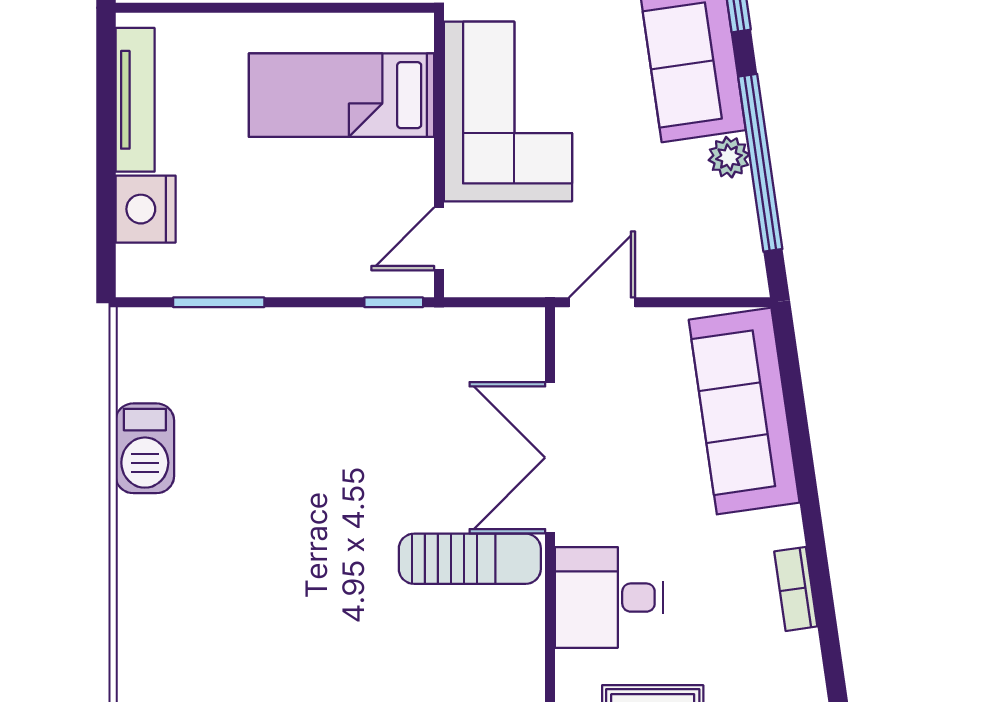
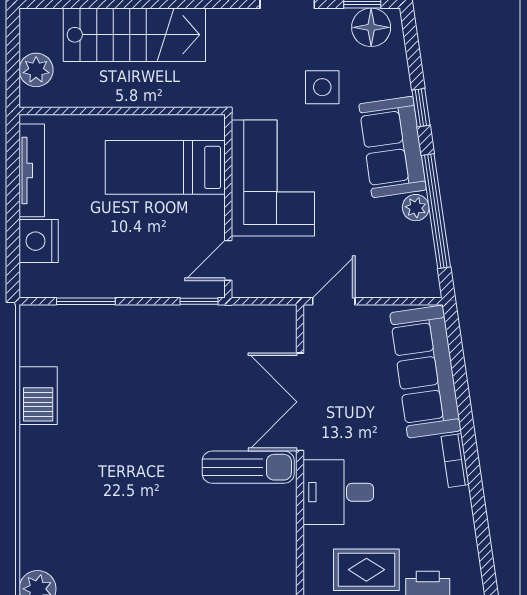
bookcase: (796, 589) -> (455, 460), moved

